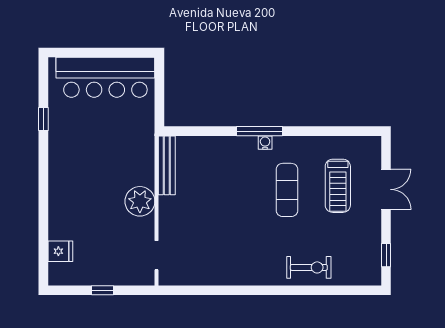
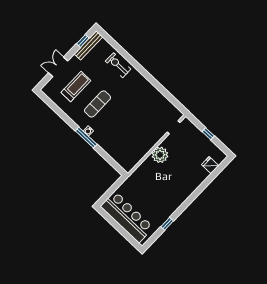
bench: (167, 165) -> (88, 45), moved

